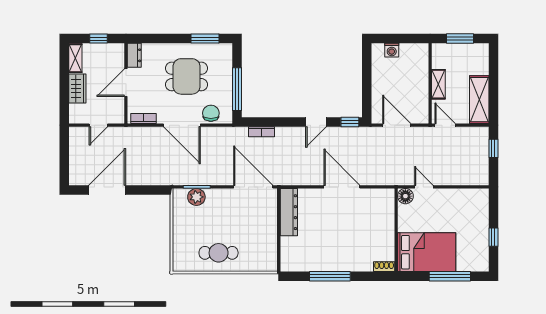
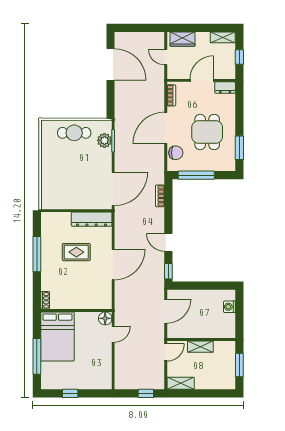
door: (126, 83) -> (202, 80), hinge flipped
wardrobe: (77, 89) -> (182, 39), moved
shelving: (479, 100) -> (181, 383), width x0.67, depth x0.75
rug: (327, 230) -> (76, 252), added
cafe table: (219, 253) -> (74, 133), moved, turned 90

